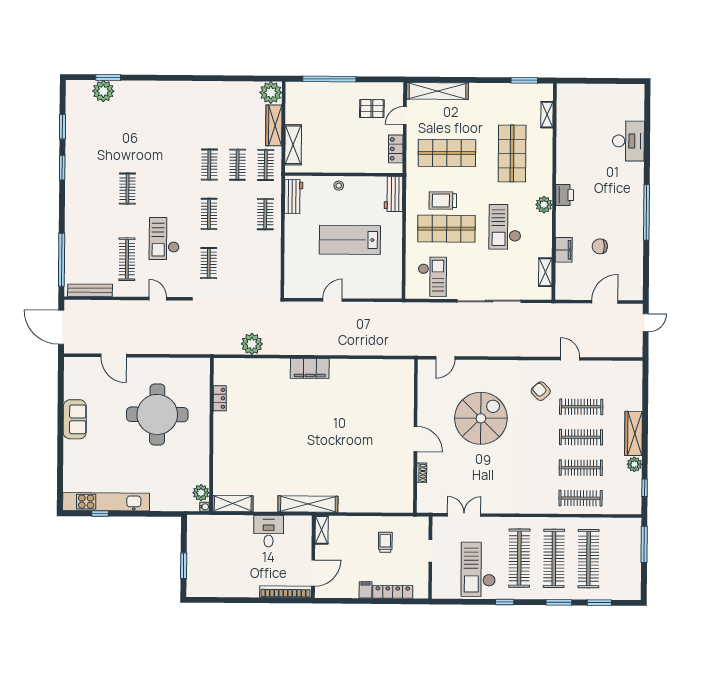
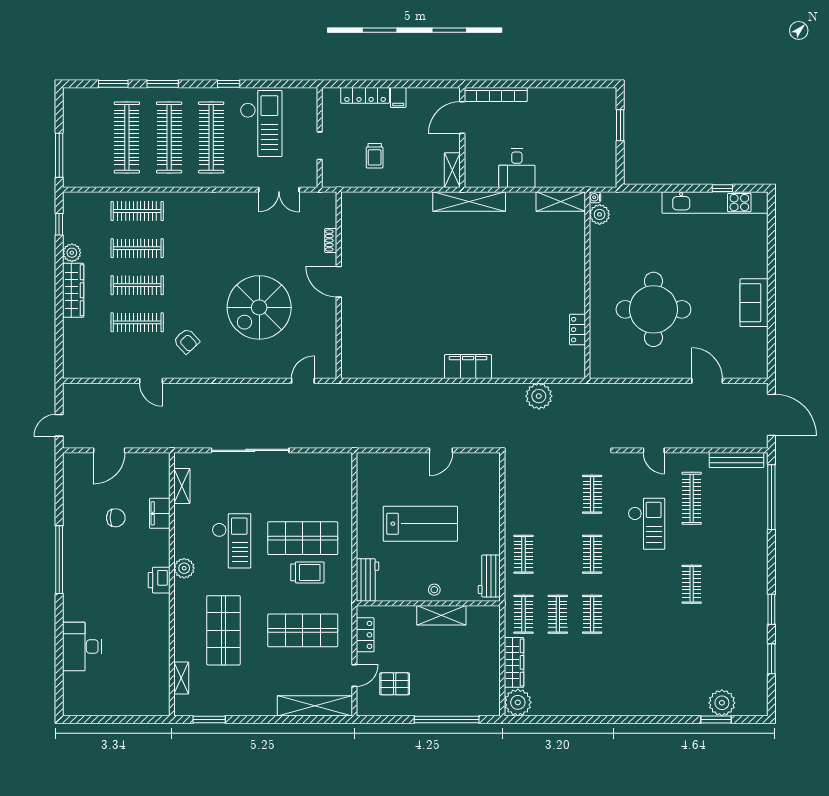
shelving: (293, 145) -> (441, 615), moved, turned 90
checkout: (432, 277) -> (320, 479), removed

